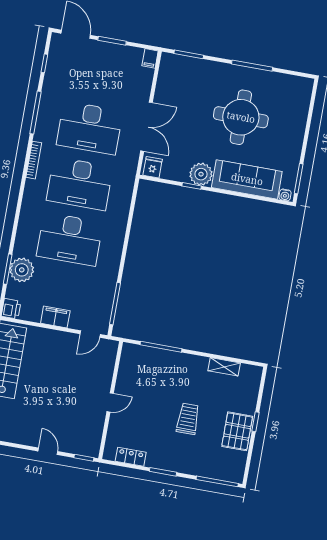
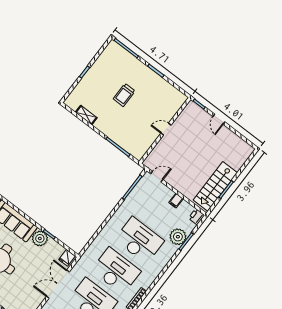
filing cabinet: (55, 317) -> (176, 201), width x0.50
pallet: (237, 431) -> (98, 72), removed
locker: (131, 457) -> (171, 90), removed

